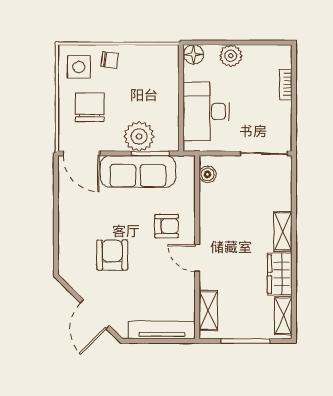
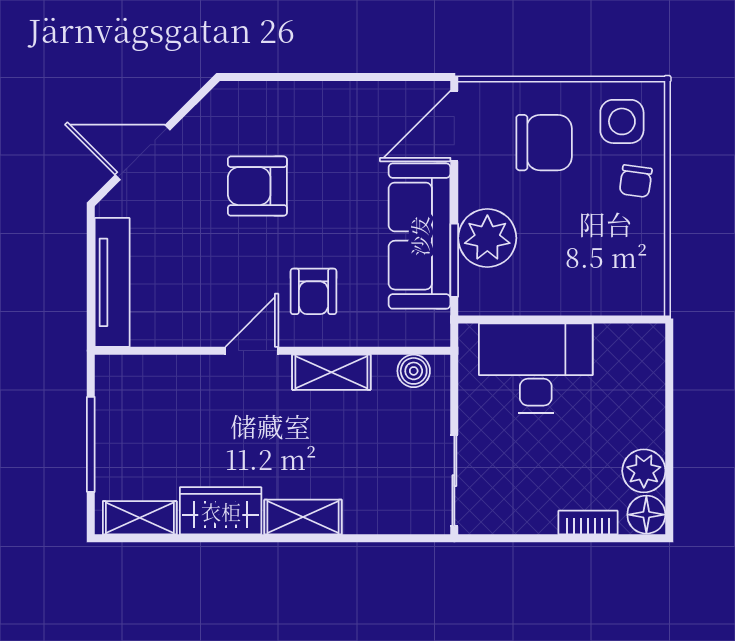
floor lamp: (194, 54) -> (646, 515), moved
plant: (231, 56) -> (644, 471), moved
armchair: (112, 255) -> (257, 186), turned 180
shelving: (208, 311) -> (331, 372), moved

